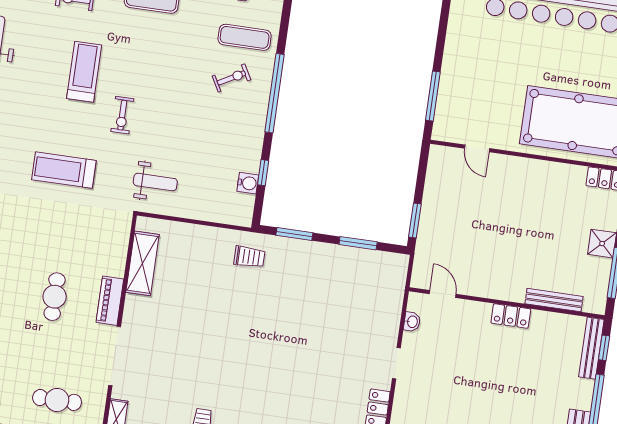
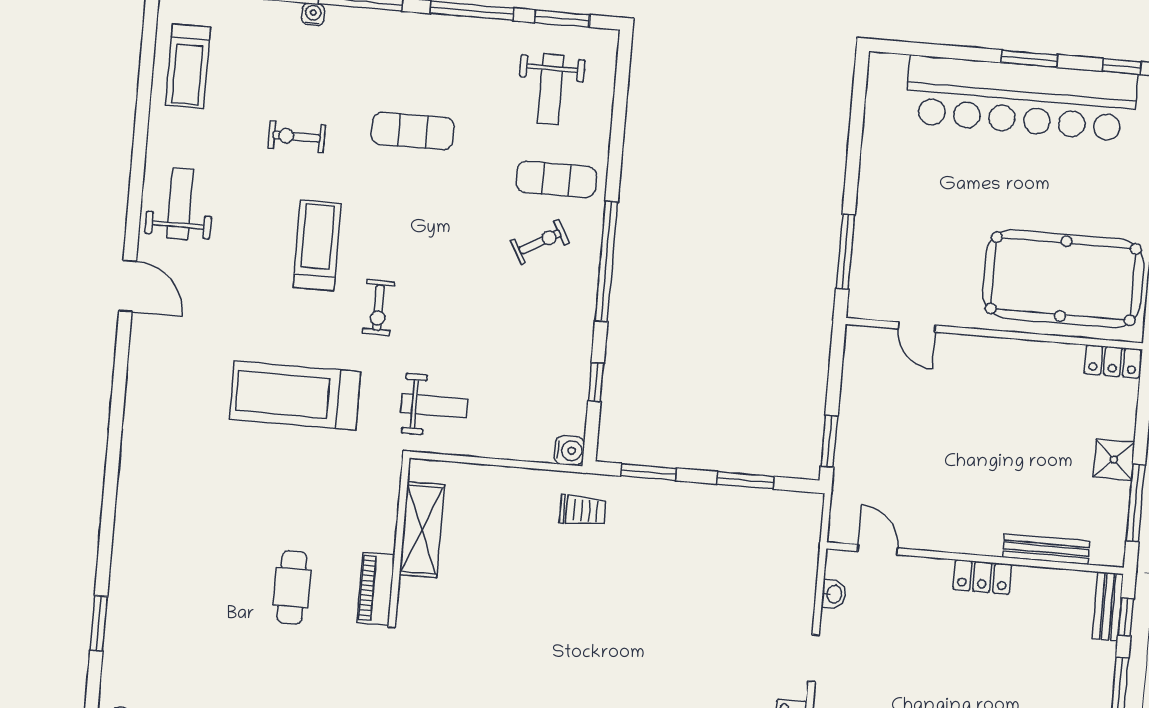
treadmill: (64, 170) -> (295, 396), width x1.37, depth x1.38
water cooler: (248, 183) -> (569, 451), moved
bench: (591, 348) -> (1108, 606), width x0.73

